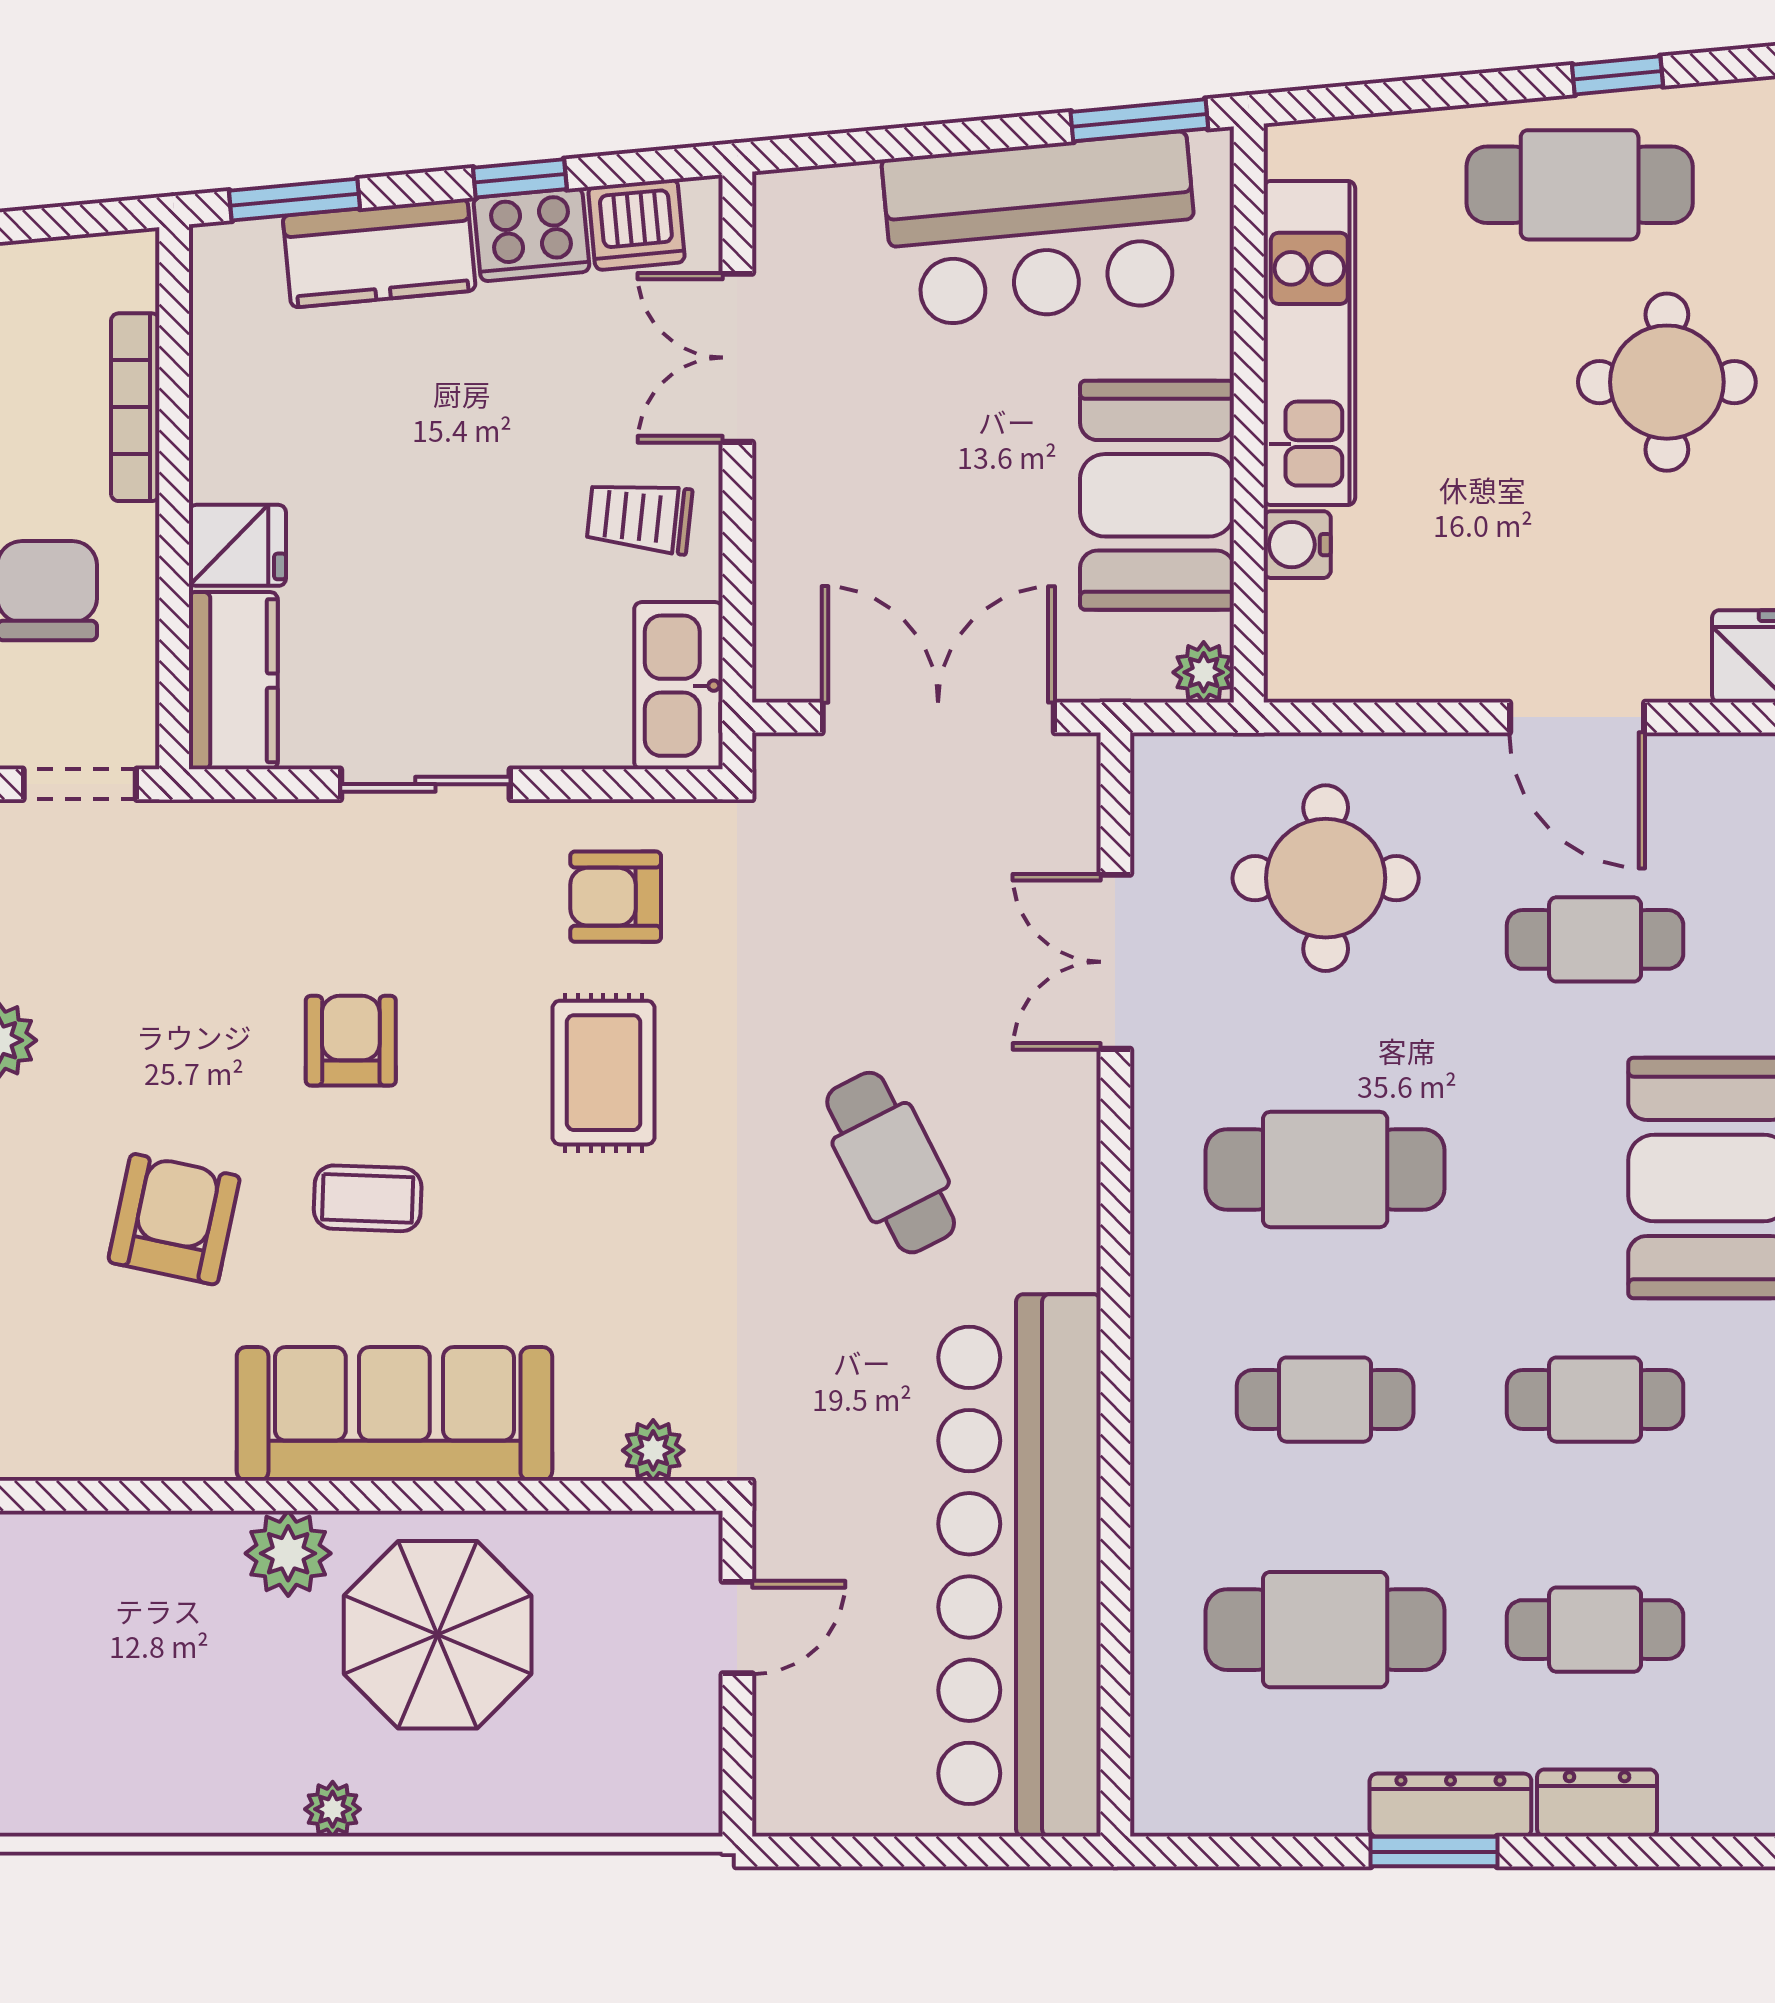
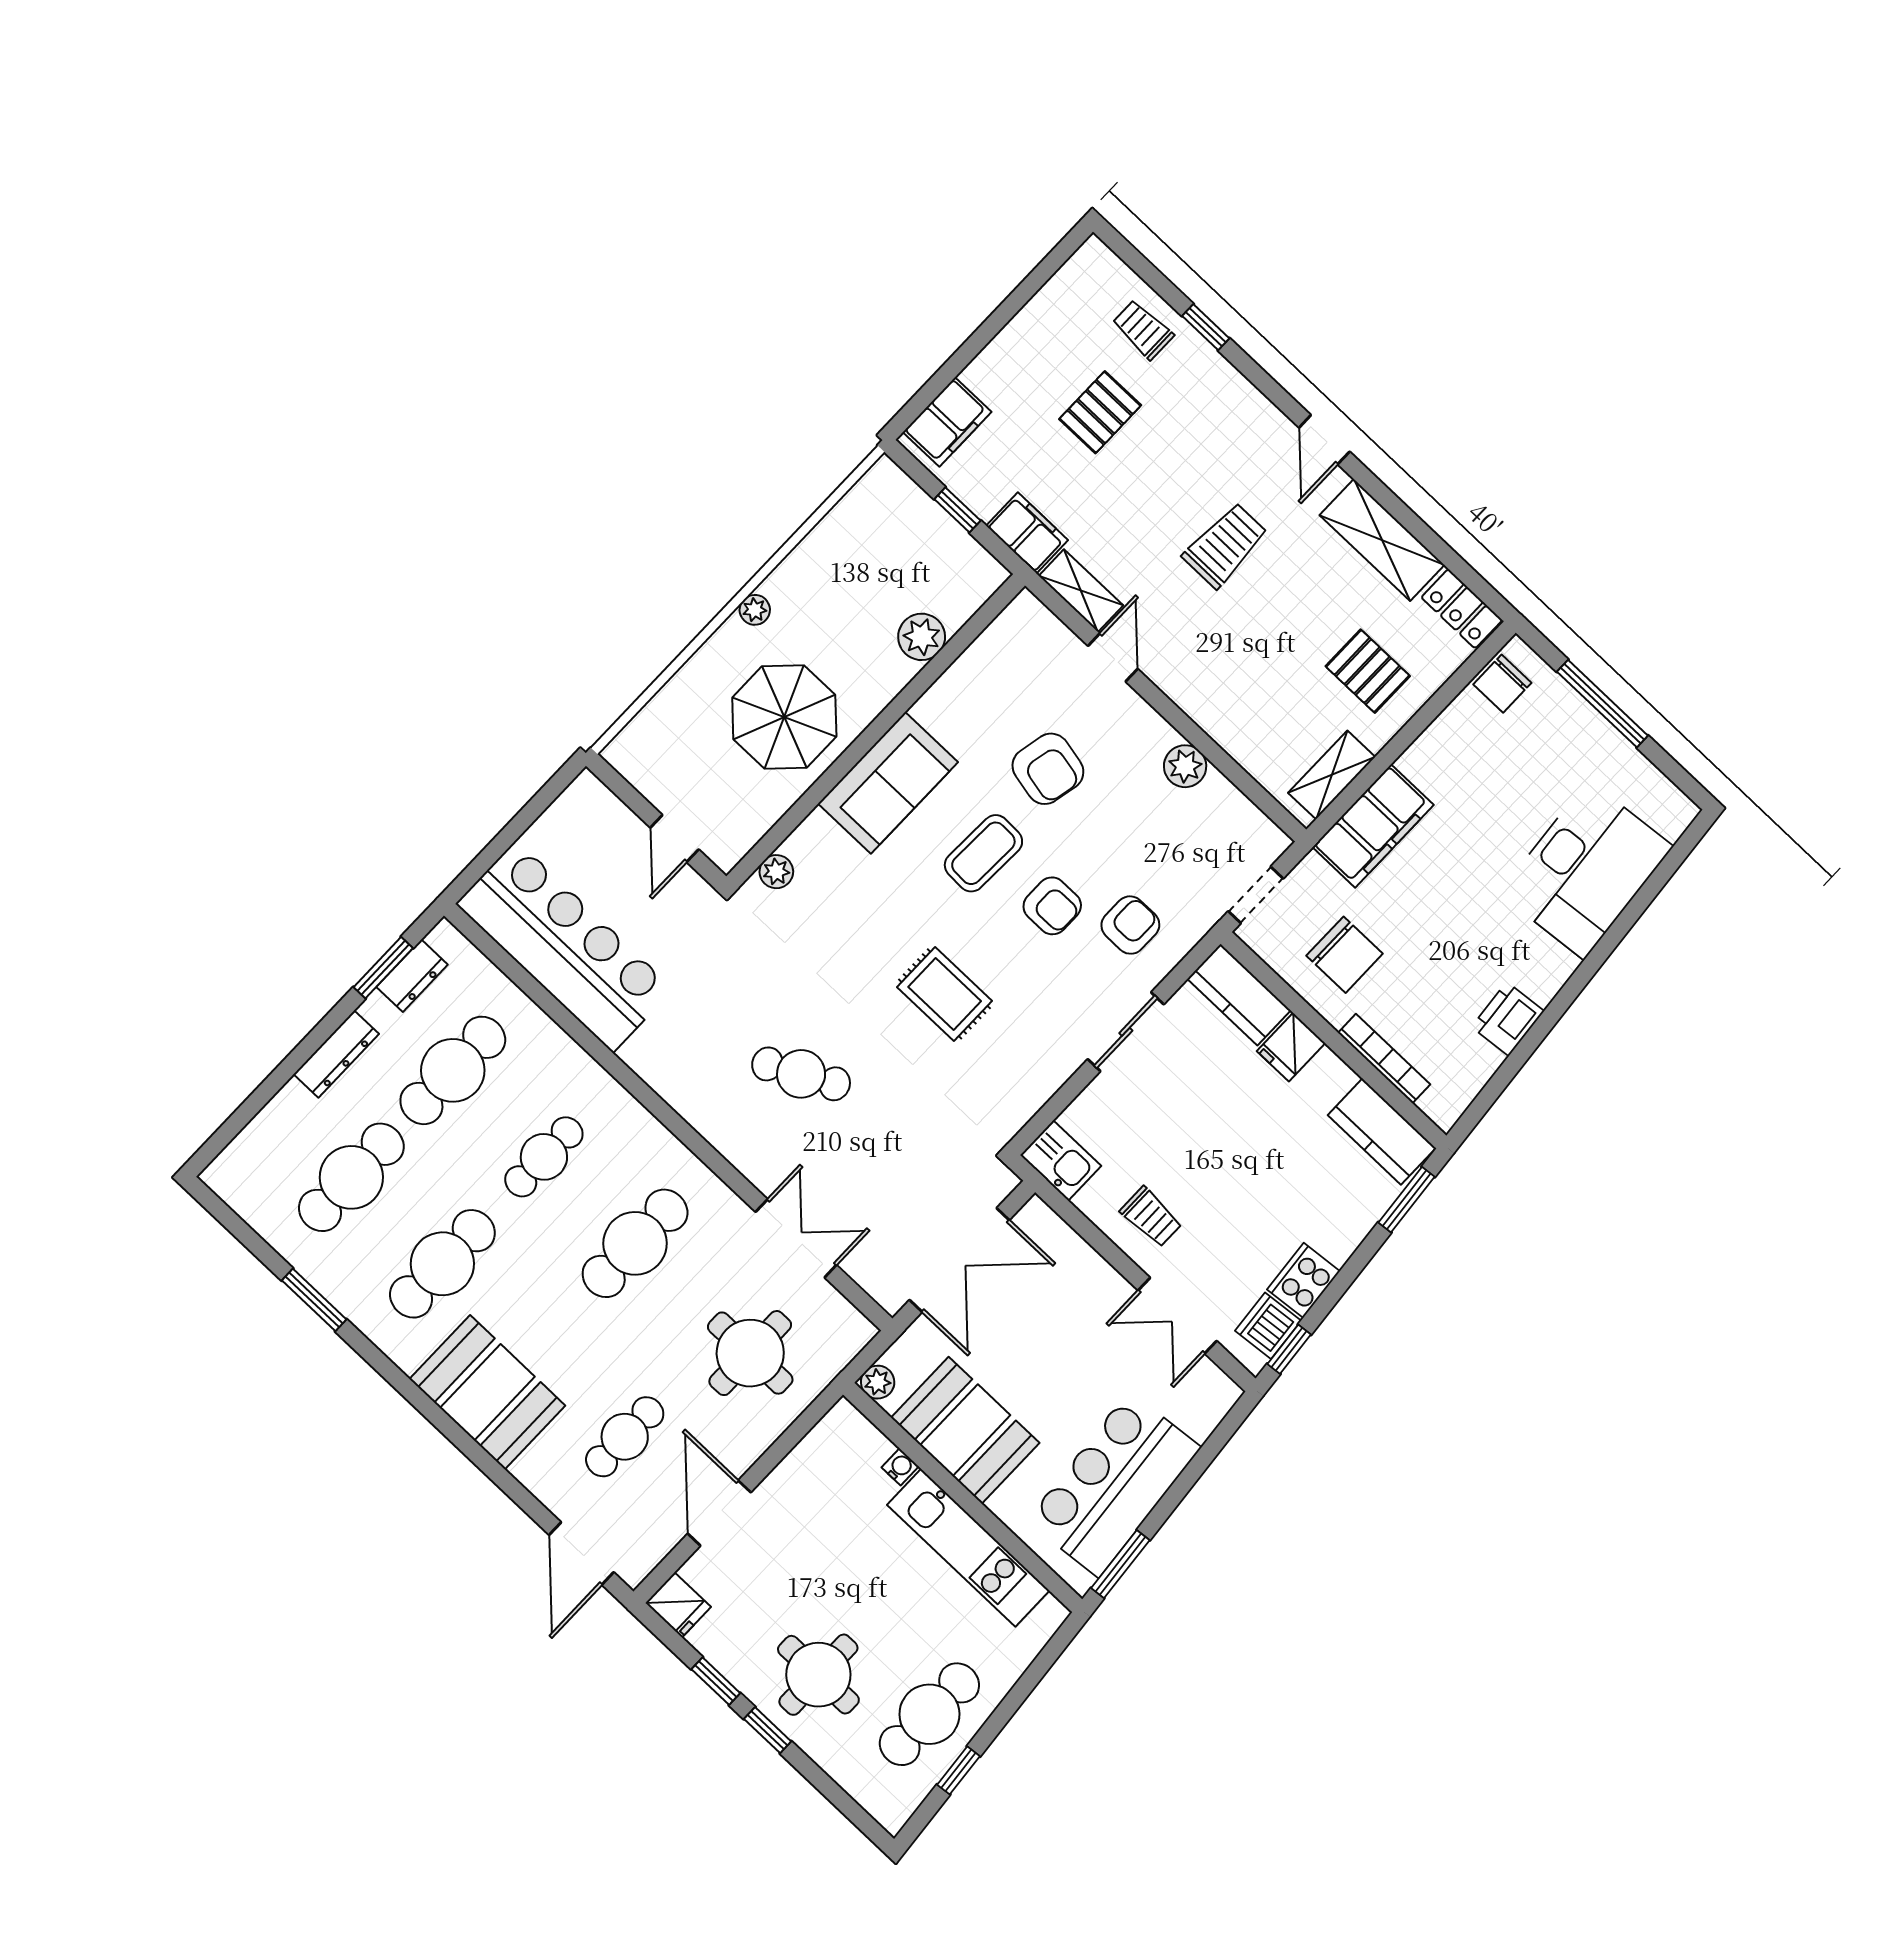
window: (520, 178) -> (1289, 1349), moved
kitchen counter: (379, 253) -> (1382, 1132), moved, turned -85
double door: (737, 358) -> (1177, 1316), swing flipped
trolley: (639, 517) -> (1151, 1217), turned 84
water cooler: (1297, 545) -> (900, 1467), width x0.72, depth x0.72
kitchen sink: (678, 686) -> (1061, 1160), width x0.73
door: (1577, 717) -> (719, 1513), hinge flipped
armchair: (616, 897) -> (1130, 925), moved
coffee table: (368, 1198) -> (983, 853), width x1.36, depth x1.30
cafe table: (1595, 1400) -> (442, 1264), width x1.37, depth x1.35
sofa: (394, 1414) -> (888, 783), width x0.73
plant: (288, 1553) -> (922, 637), moved
bar counter: (1019, 1565) -> (564, 946), width x0.73
cafe table: (1595, 1630) -> (351, 1177), width x1.37, depth x1.35
dresser: (1597, 1803) -> (412, 976), moved
window: (1434, 1852) -> (383, 968), moved

